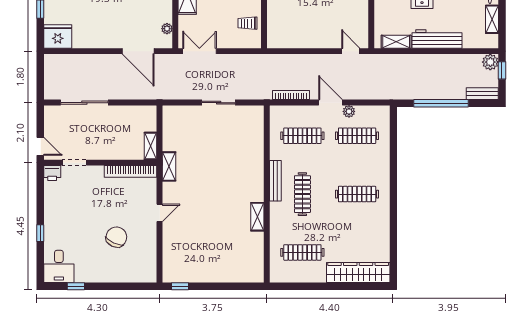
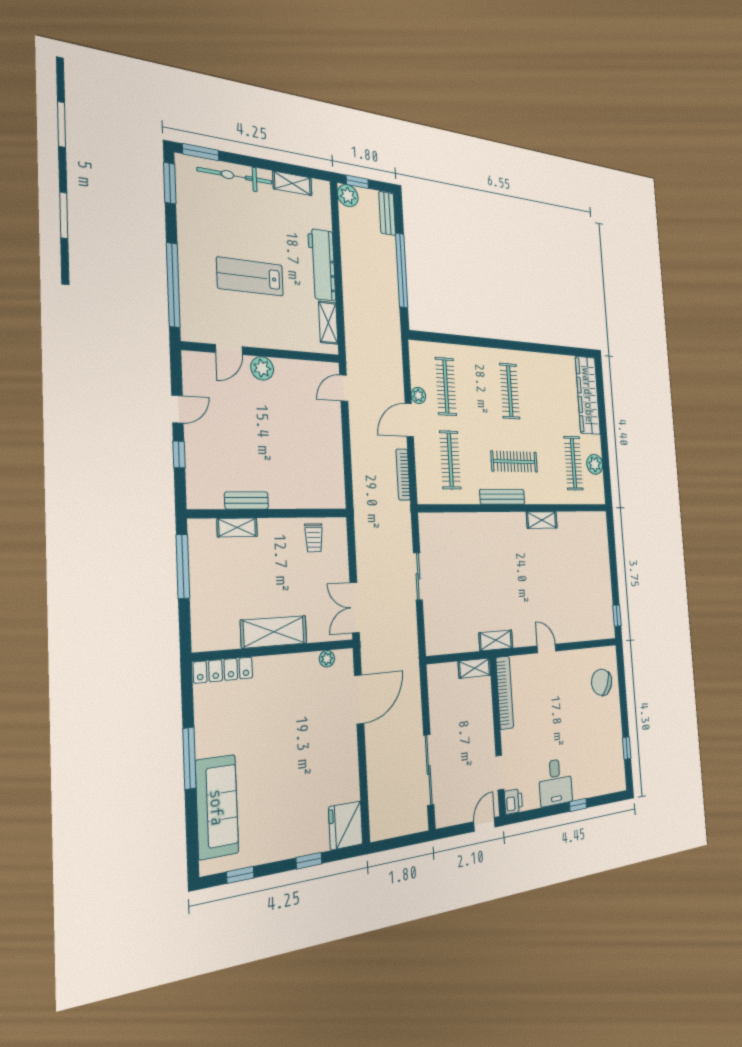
chair: (116, 237) -> (602, 682), moved
desk: (59, 266) -> (555, 782), moved, turned 90
plant: (302, 275) -> (595, 464), added

